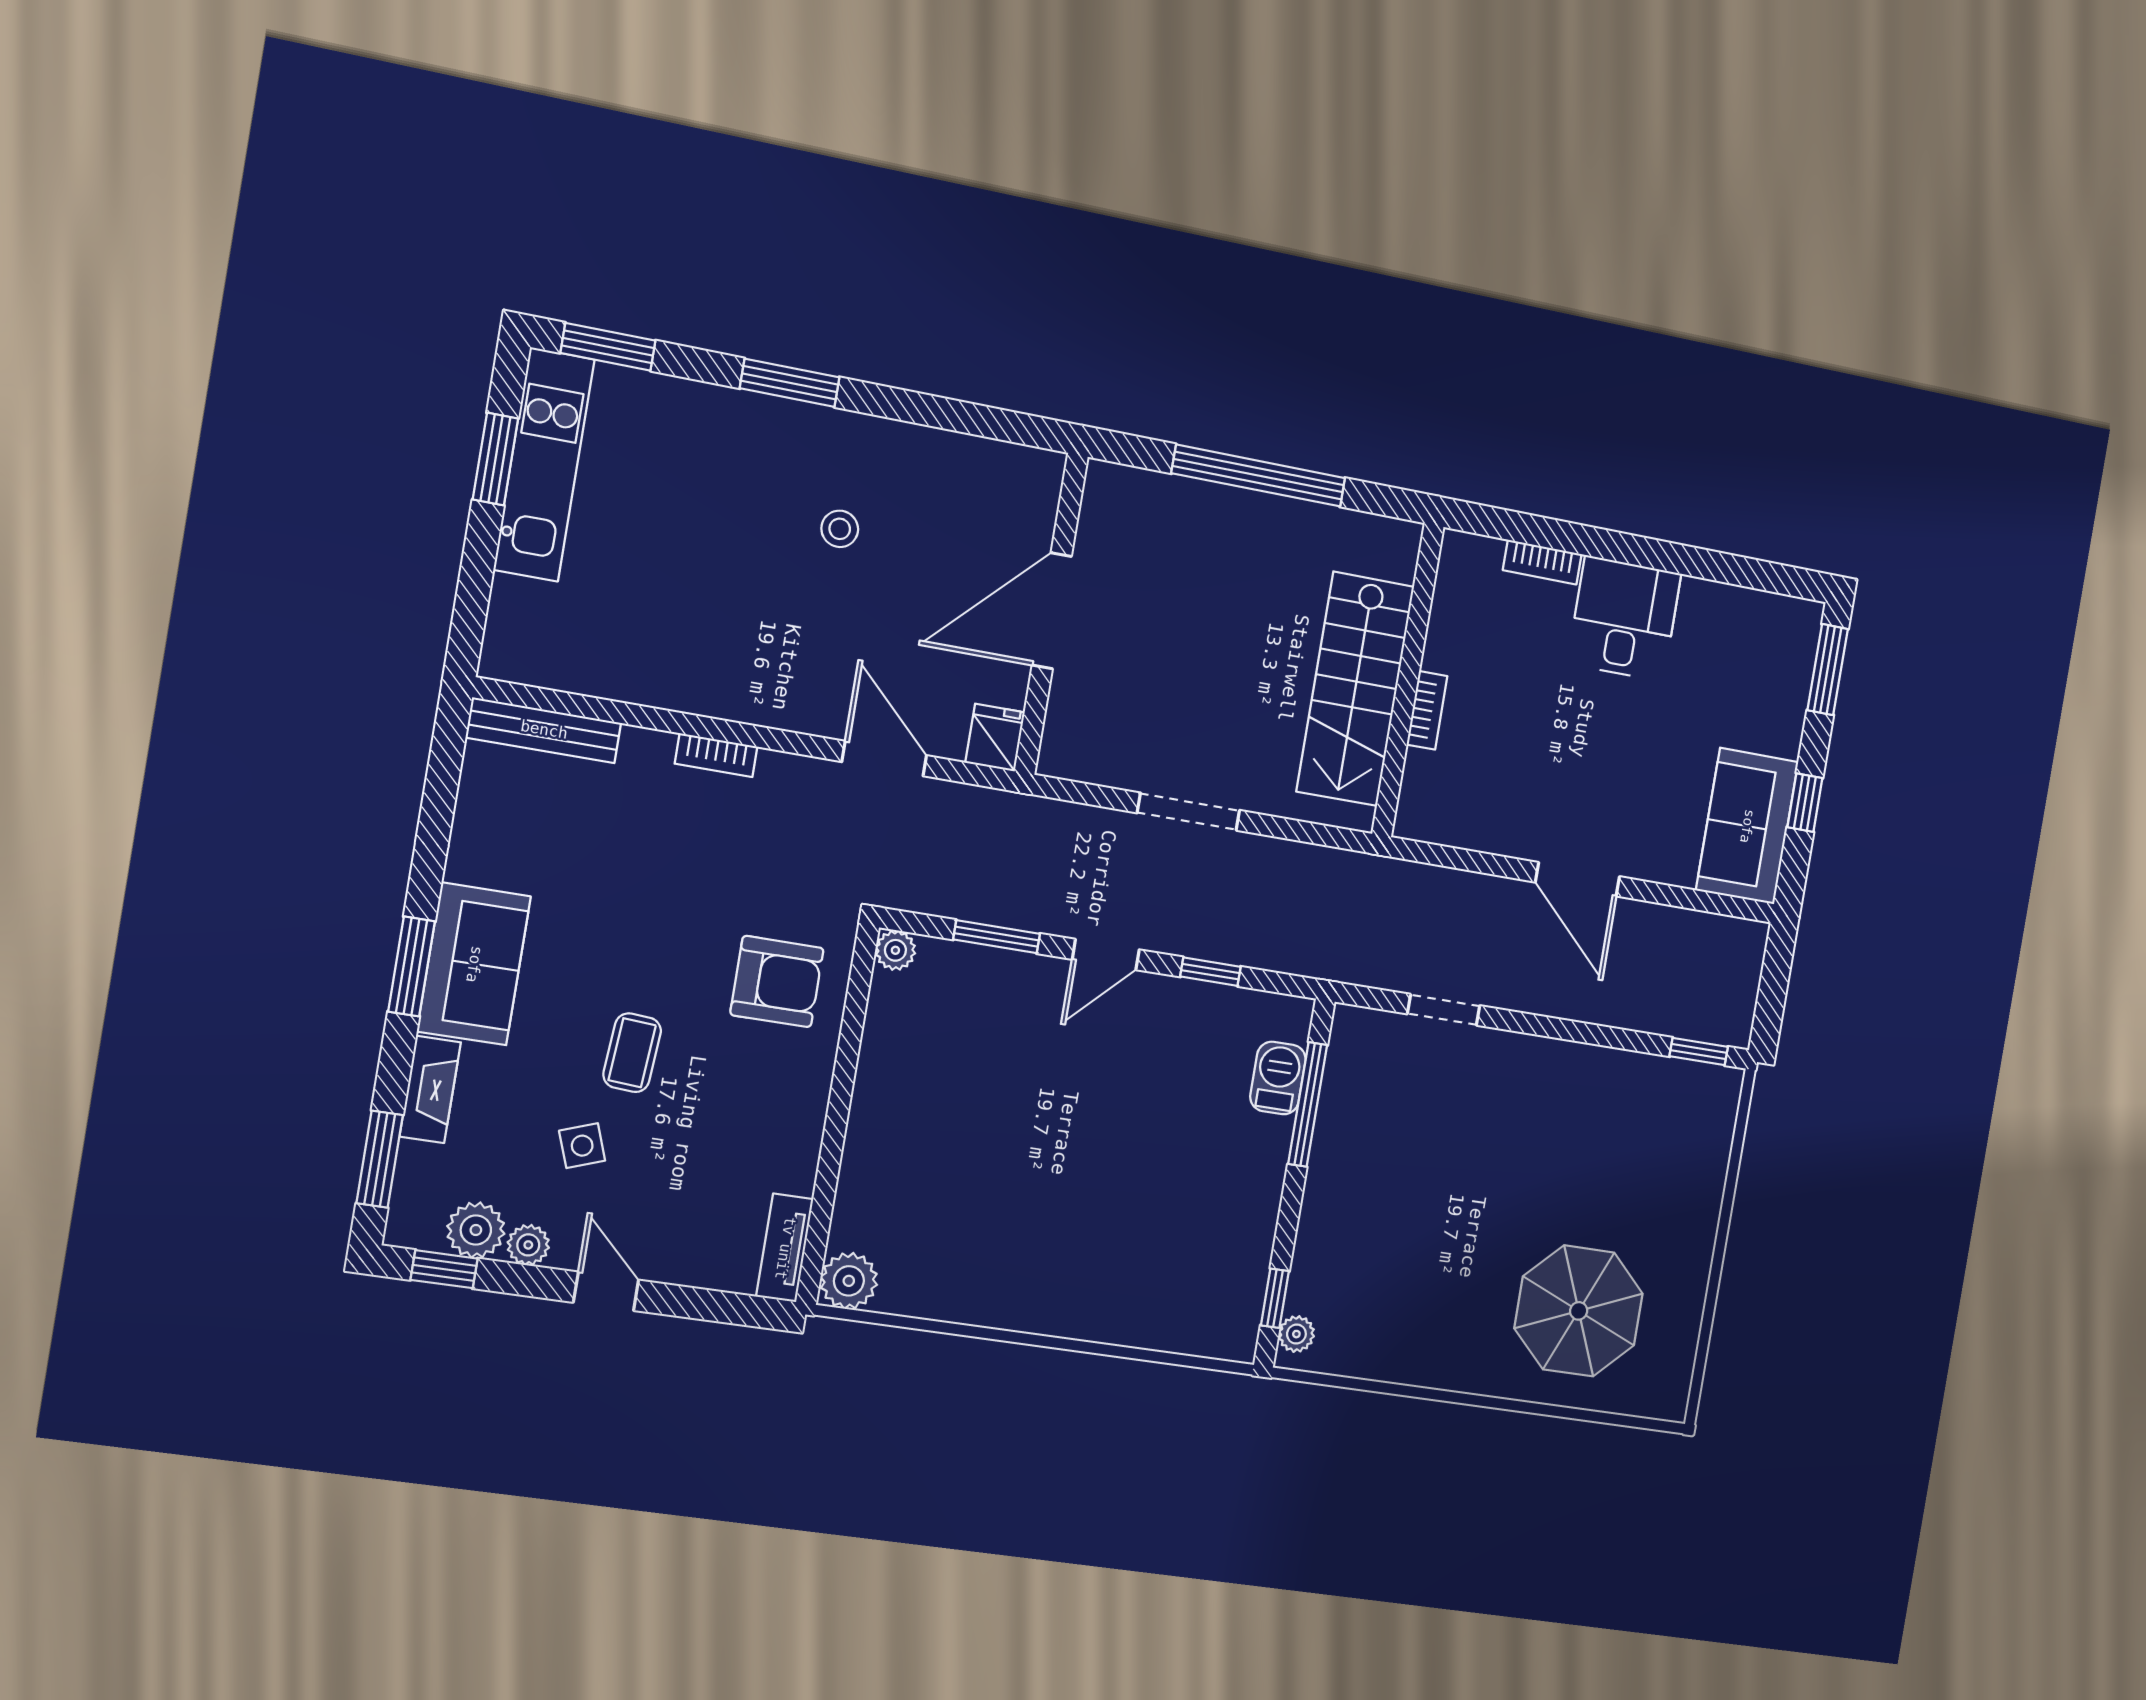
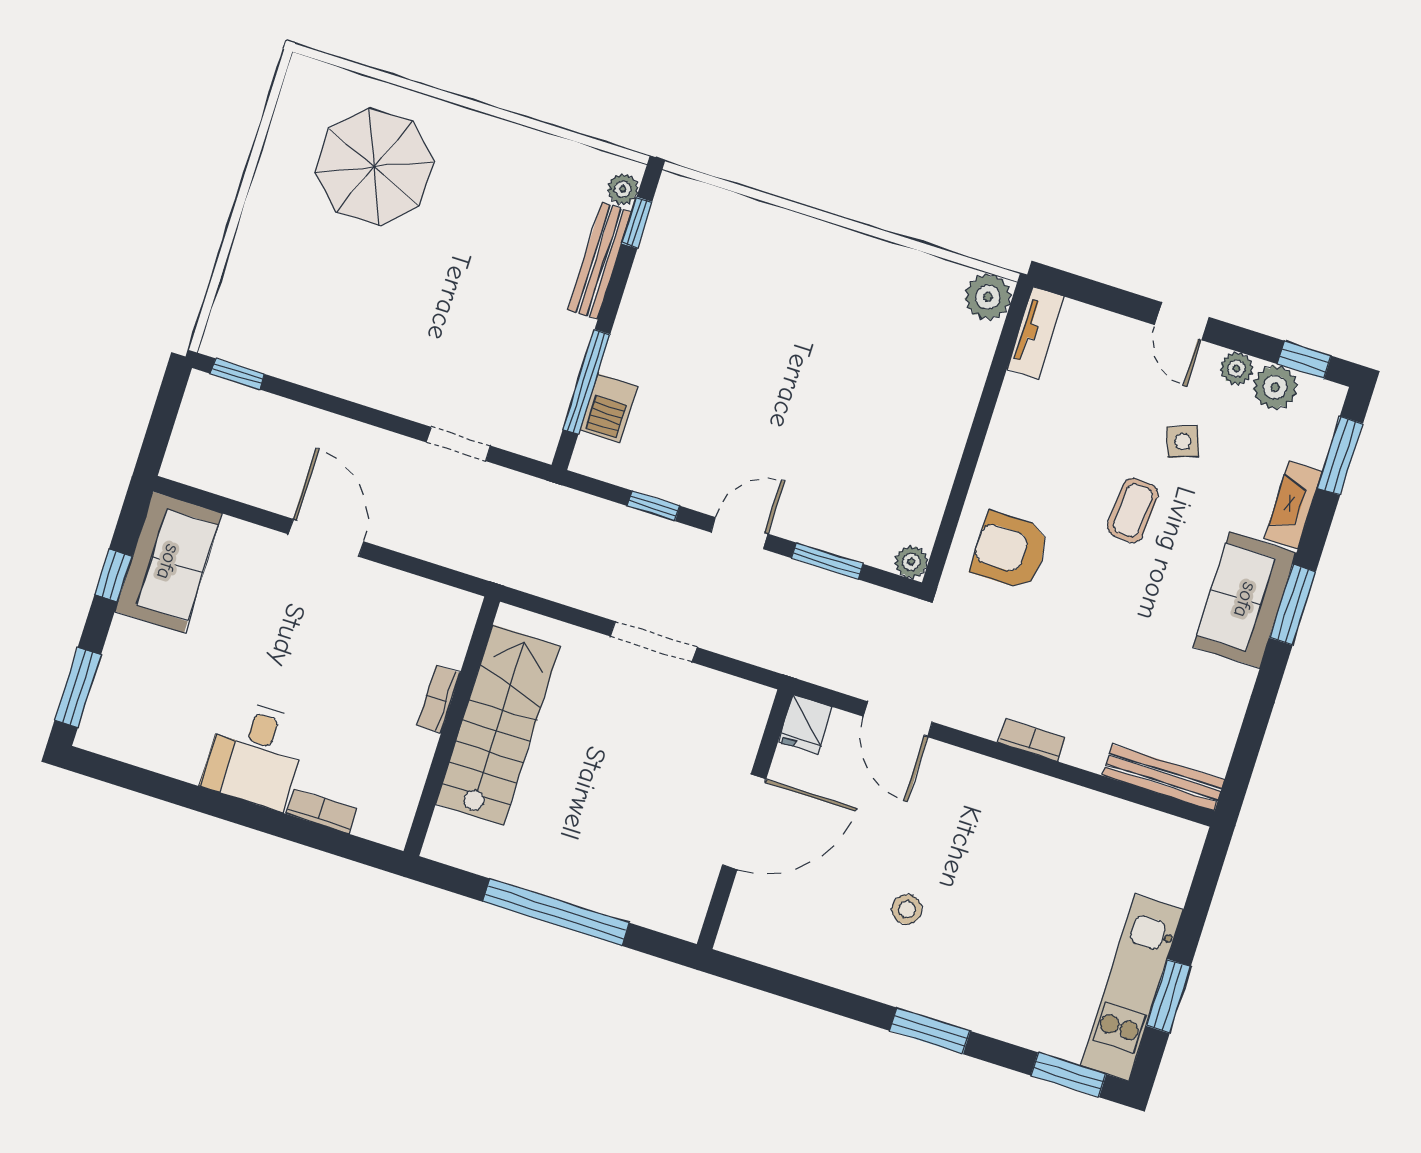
bench: (1312, 1247) -> (600, 261), added

